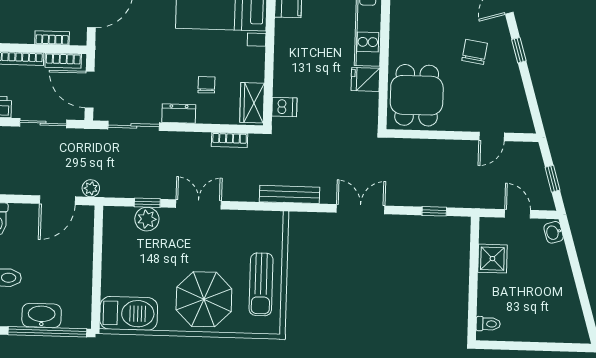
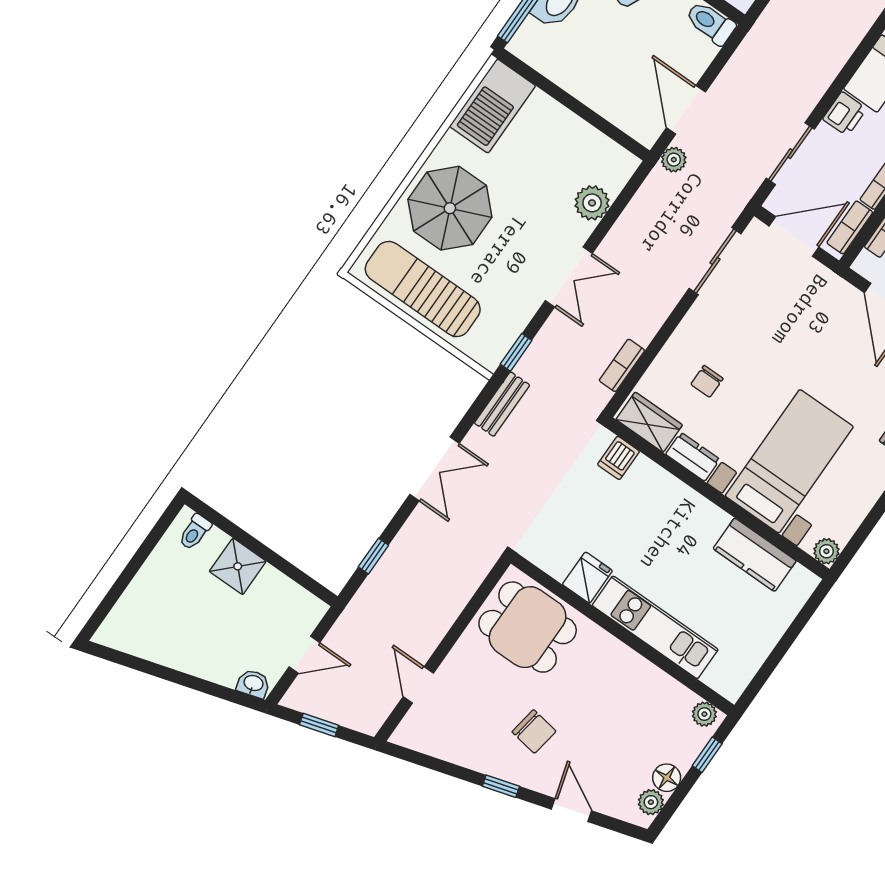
chair: (206, 85) -> (707, 381), turned 90
dresser: (179, 114) -> (693, 457), moved, turned -90
bench: (290, 194) -> (502, 404), width x0.73
window: (147, 203) -> (516, 352), moved
shower: (492, 259) -> (238, 566), moved
sun lounger: (261, 284) -> (423, 289), width x1.36, depth x1.34

